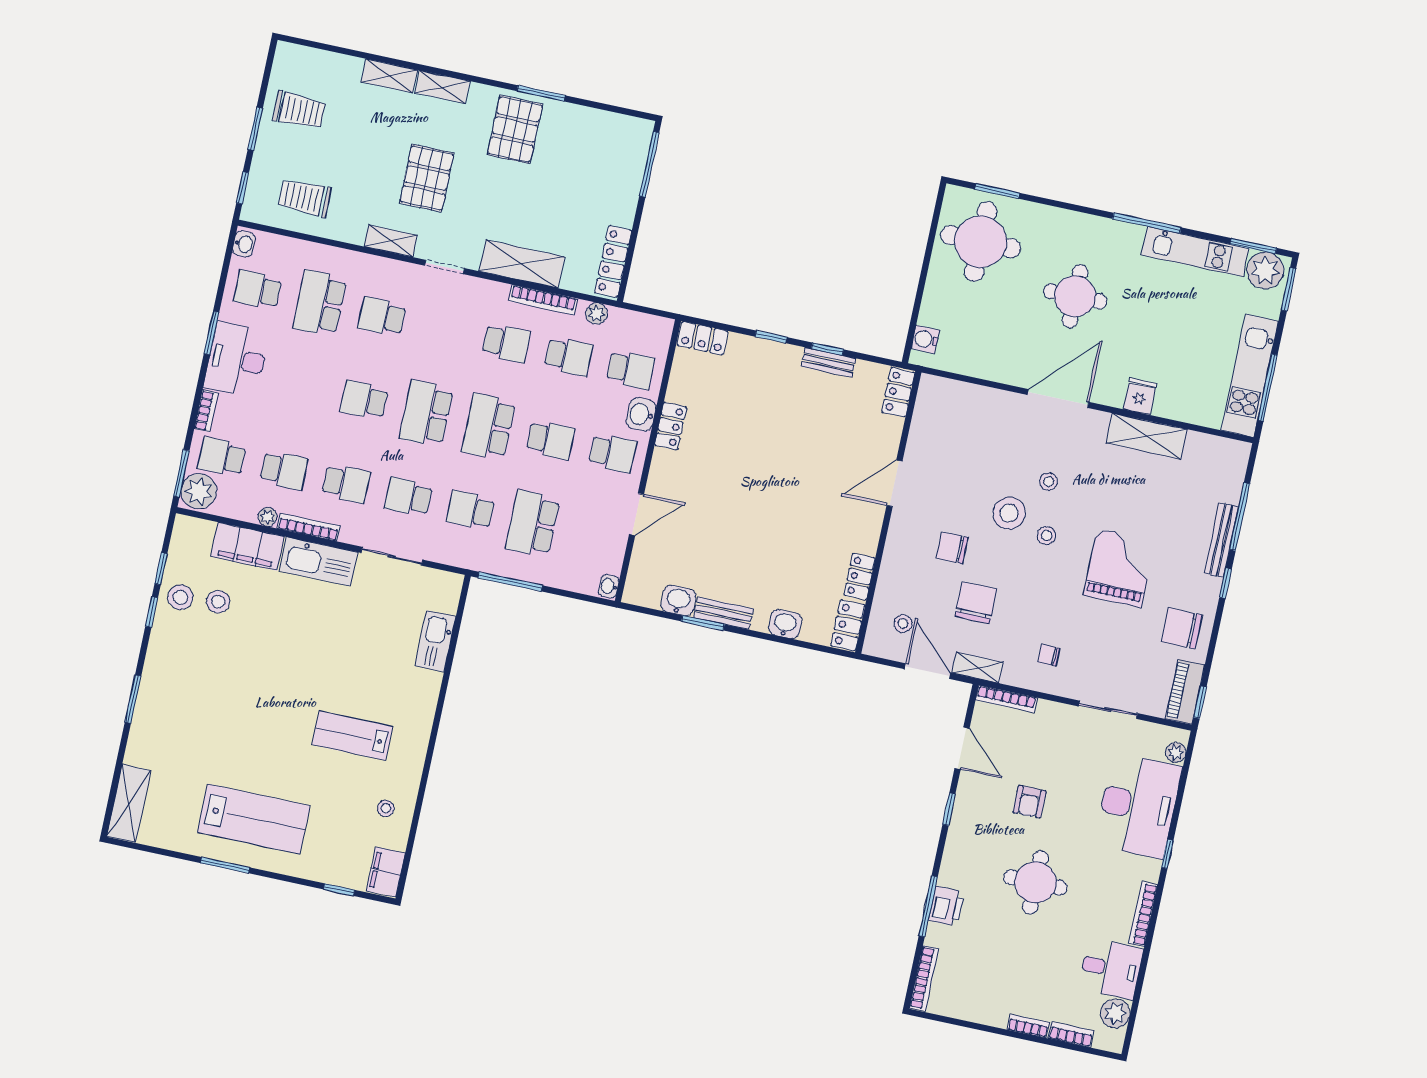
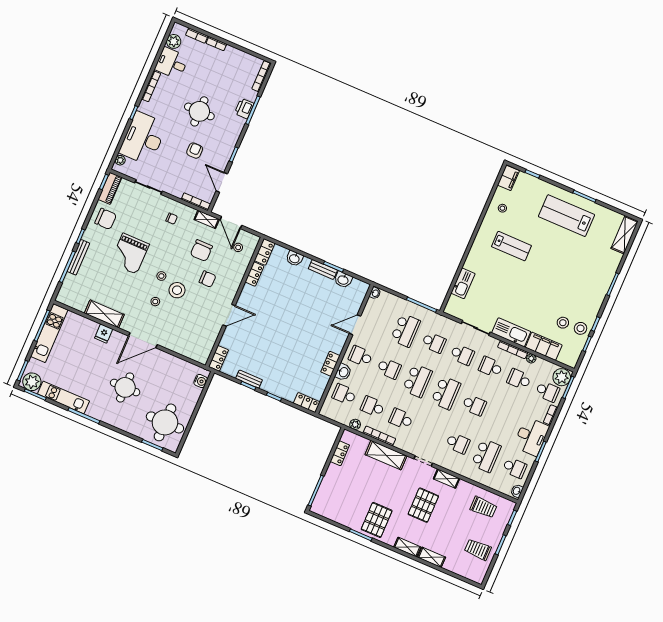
locker: (613, 261) -> (340, 453), width x0.66
school desk: (550, 440) -> (389, 368), turned 180

